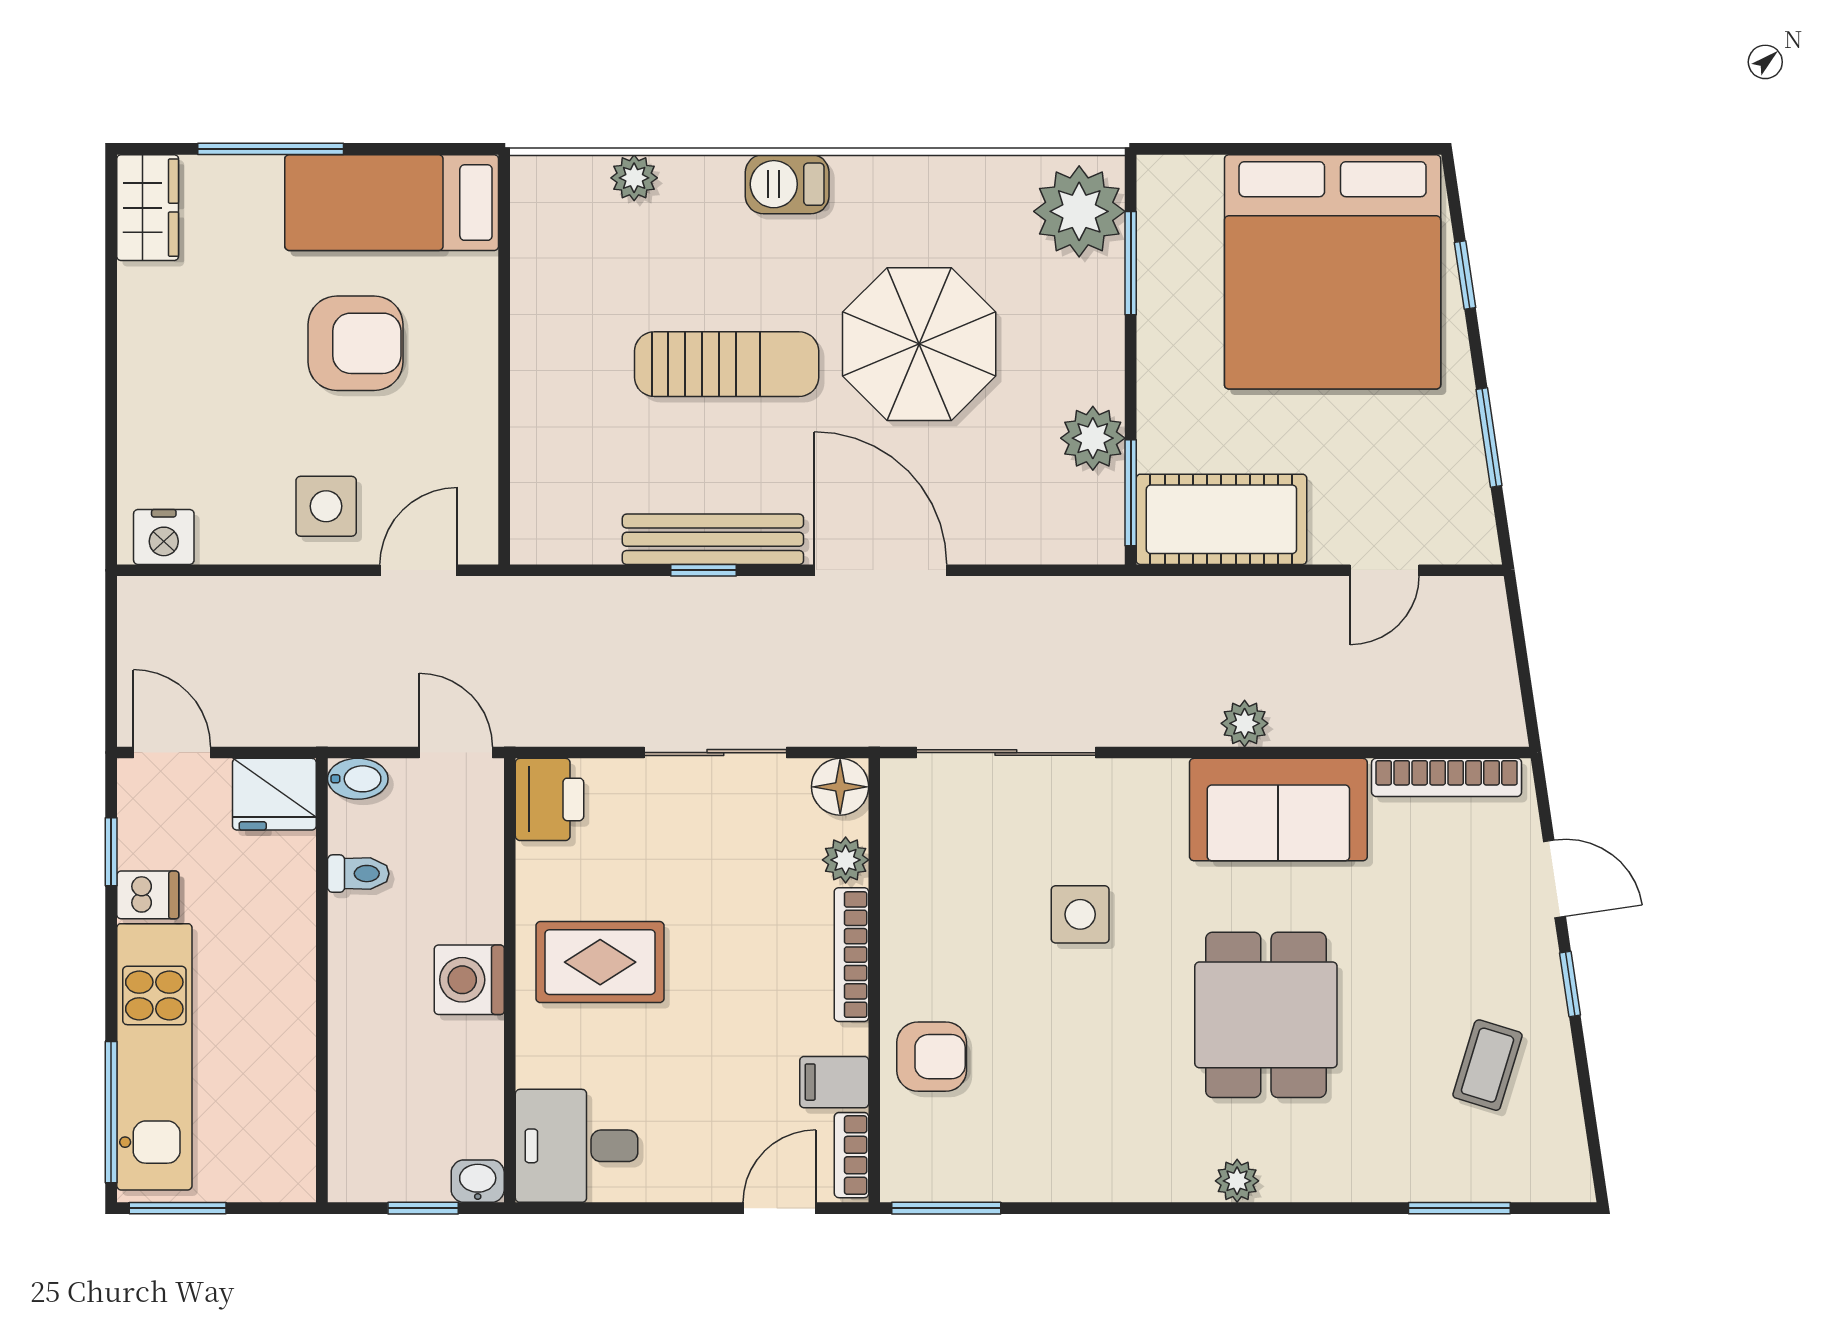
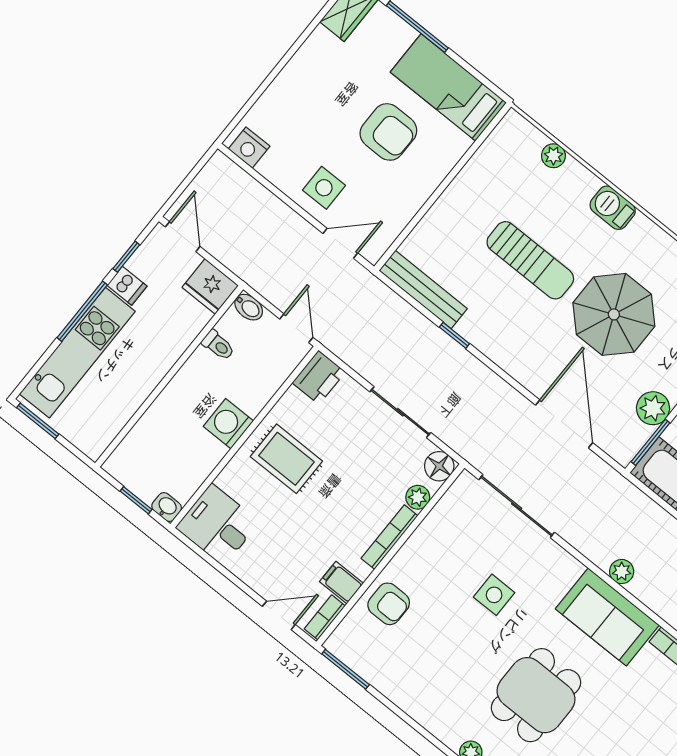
bench: (713, 539) -> (423, 290), moved
door: (880, 570) -> (564, 424), moved
window: (111, 1112) -> (82, 311), moved

